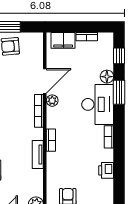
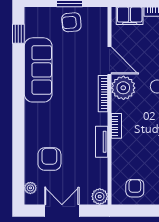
door: (45, 81) -> (109, 60), hinge flipped
plant: (52, 101) -> (123, 88), width x1.87, depth x1.87

